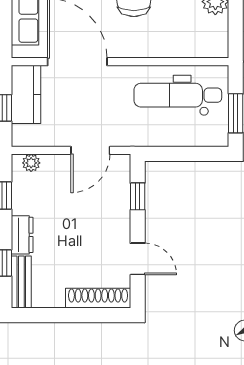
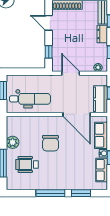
door: (90, 150) -> (71, 73), hinge flipped

